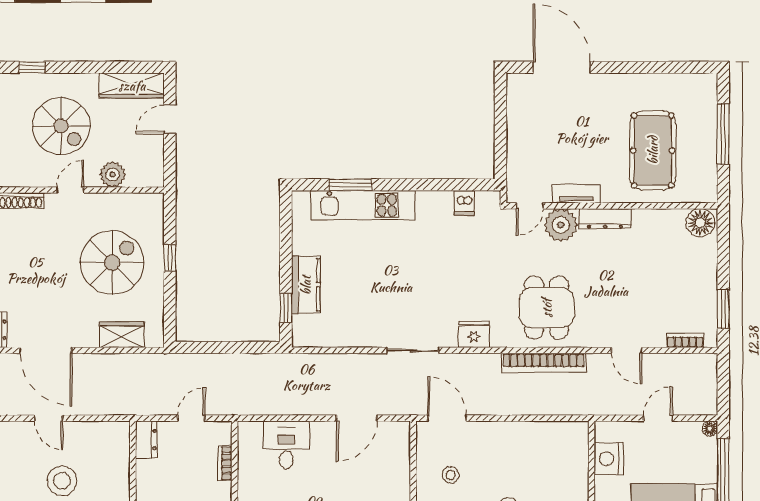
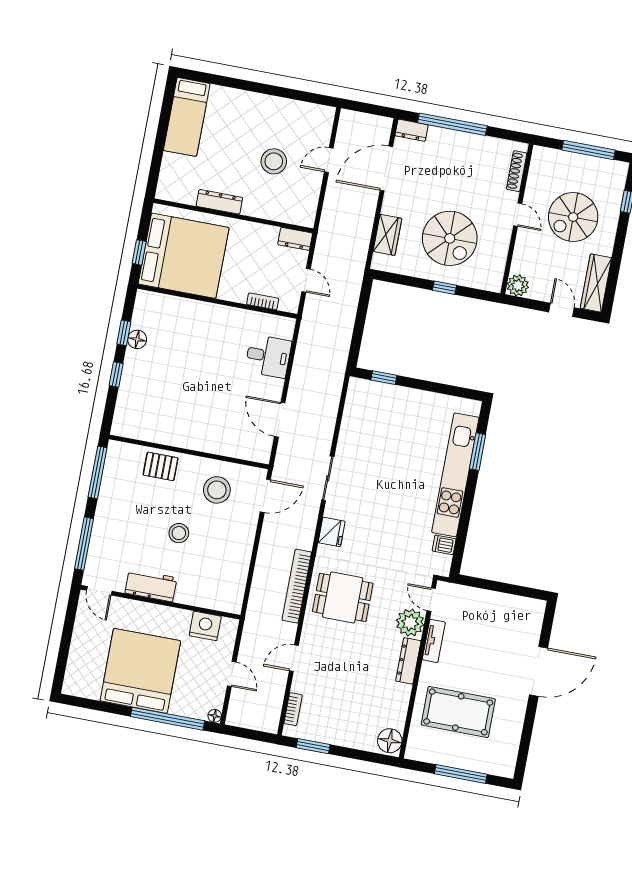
door: (562, 67) -> (539, 671), moved
plant: (113, 175) -> (518, 285), moved
kitchen unit: (363, 205) -> (455, 475), width x1.36
kitchen counter: (306, 285) -> (400, 398), removed
stool: (451, 475) -> (217, 490), width x1.89, depth x1.89

